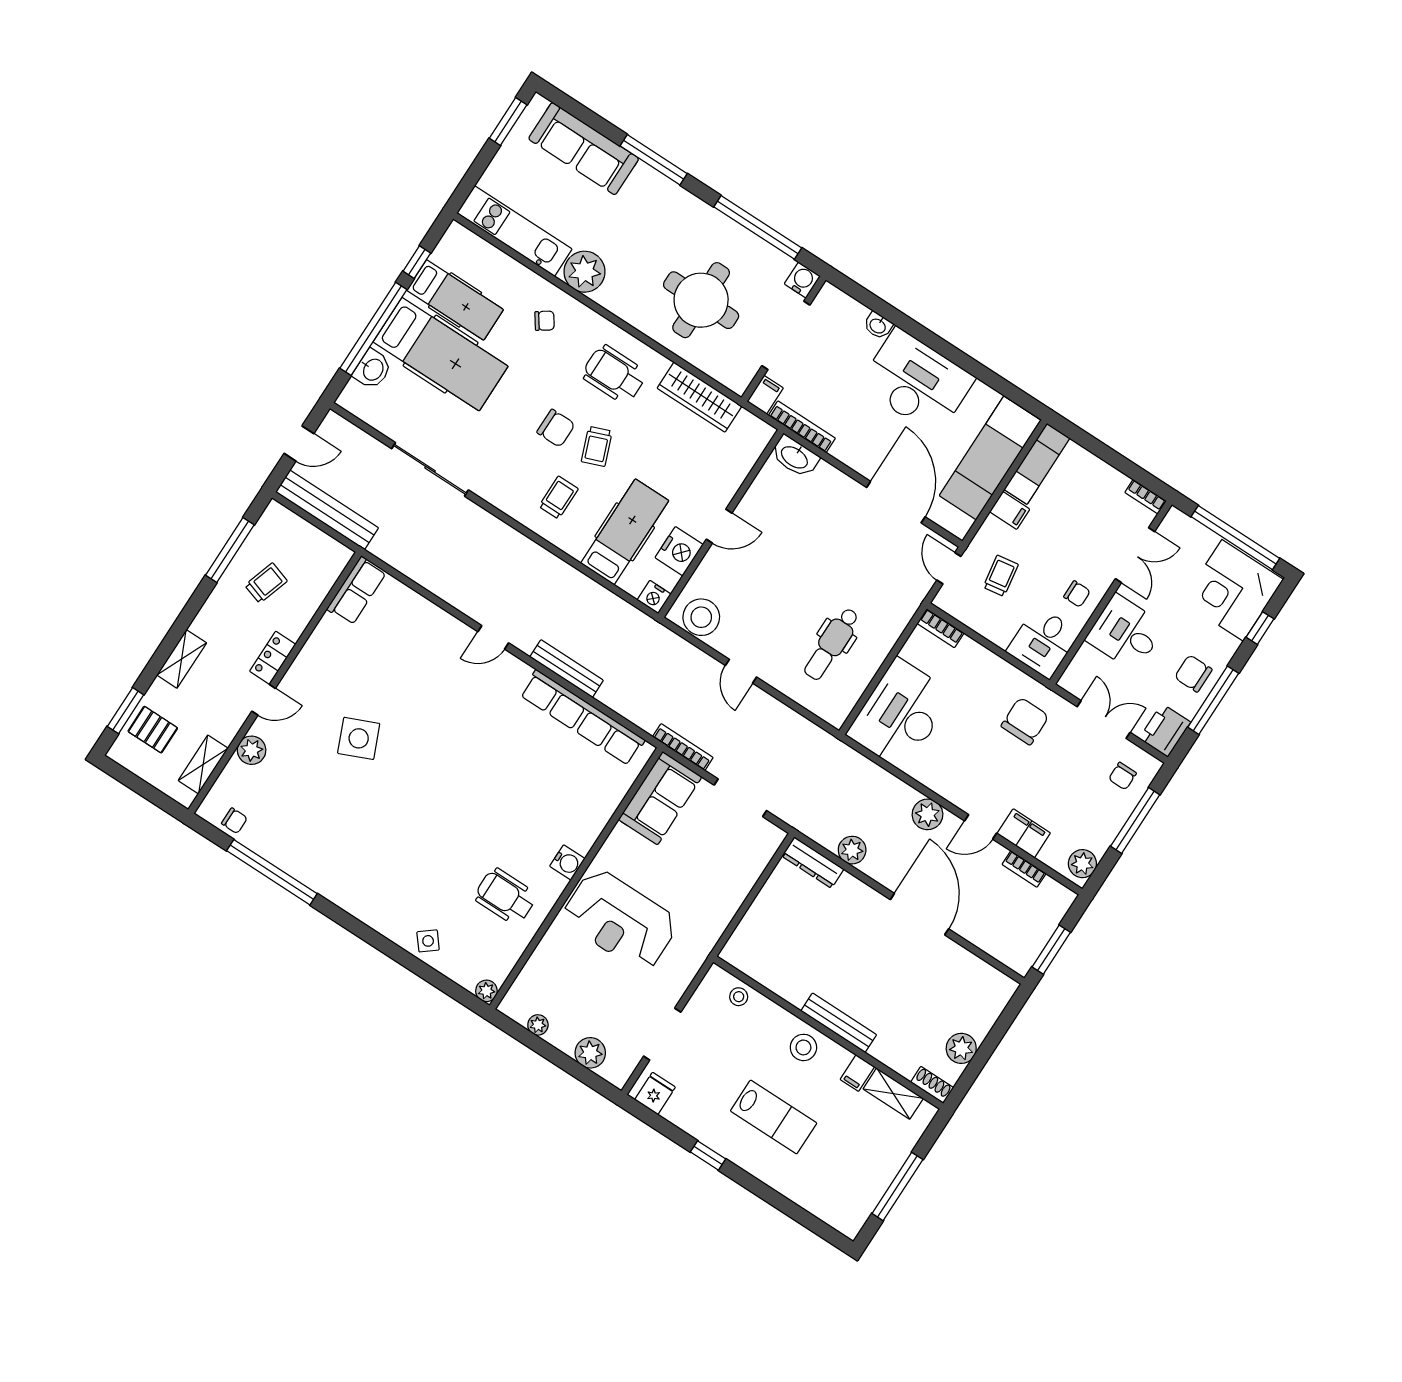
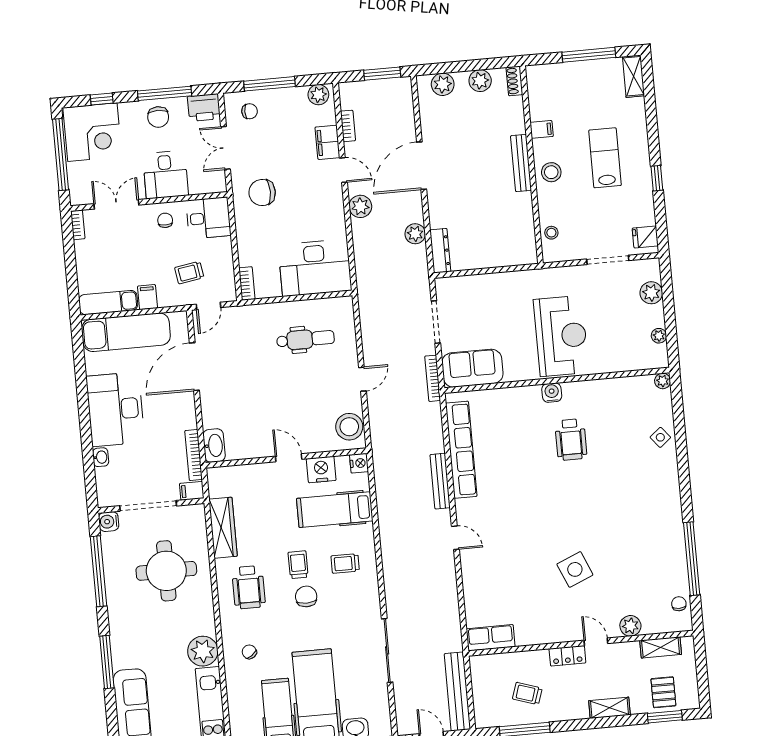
trolley: (597, 446) -> (298, 565), turned -69
wheelchair: (505, 896) -> (571, 440), moved
plant: (989, 1005) -> (443, 84), added
shelving: (893, 1094) -> (633, 76), moved

